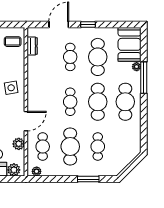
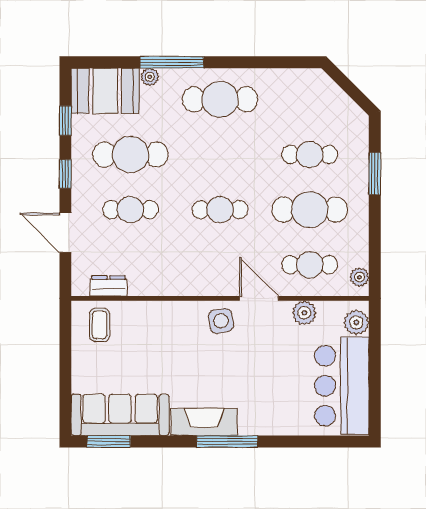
window: (115, 24) -> (65, 121), added
side table: (11, 88) -> (221, 321), moved
cafe table: (98, 102) -> (220, 154), removed

